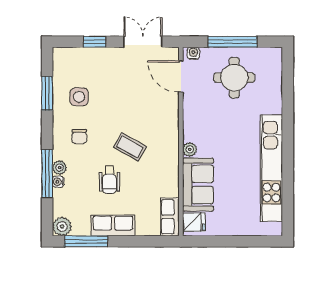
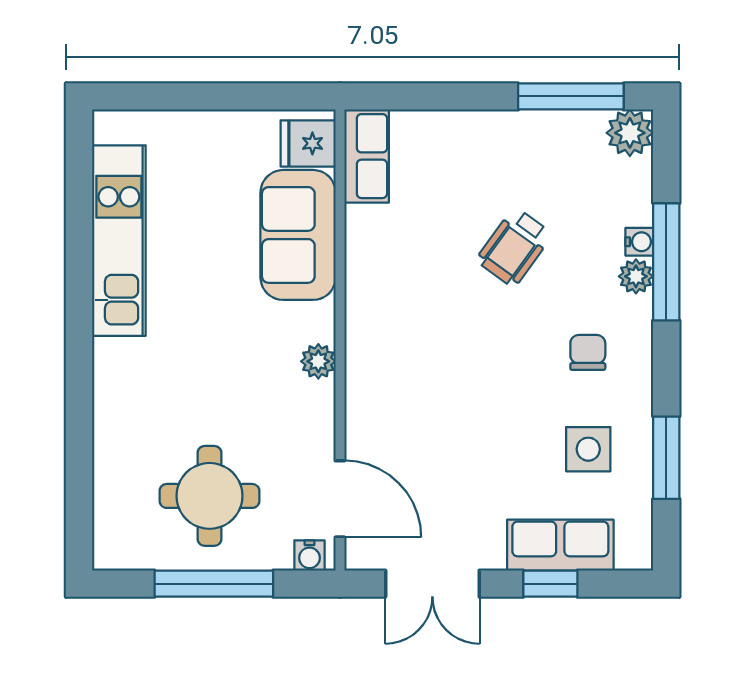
coffee table: (130, 147) -> (464, 327), removed
plant: (190, 149) -> (318, 361), moved
kitchen unit: (271, 168) -> (119, 241), width x0.73
wheelchair: (109, 180) -> (514, 247), turned -144
row of seats: (113, 226) -> (560, 545), moved, turned 180

